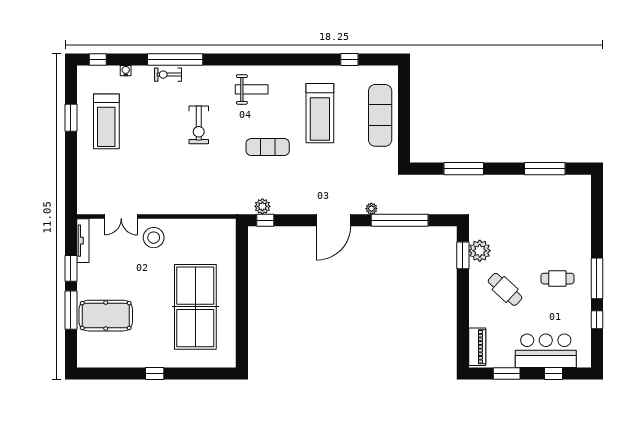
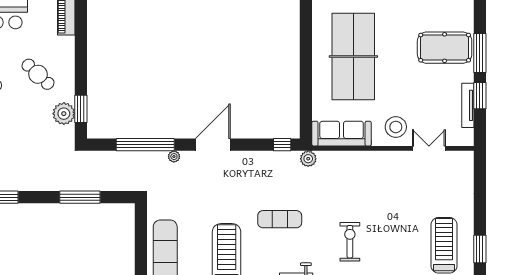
plant: (262, 206) -> (308, 159), moved
sofa: (207, 231) -> (342, 134), added
tv unit: (83, 241) -> (468, 105), moved

